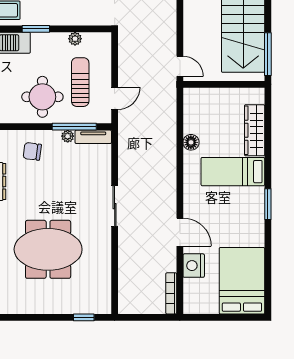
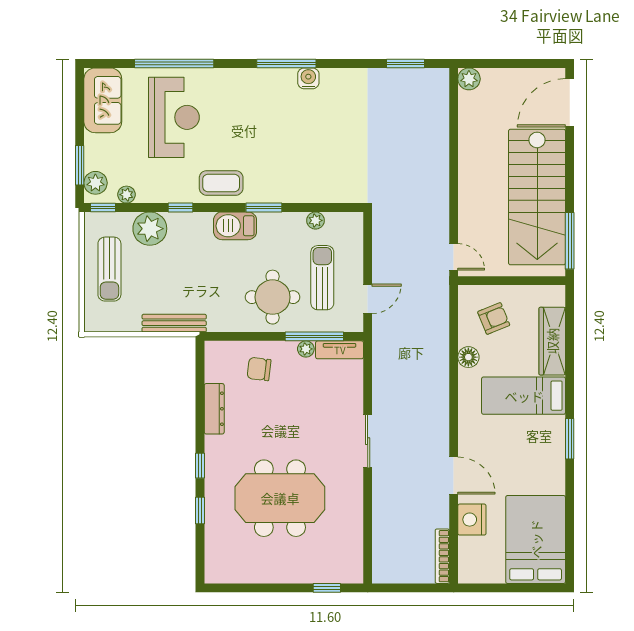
armchair: (210, 113) -> (494, 318), added

